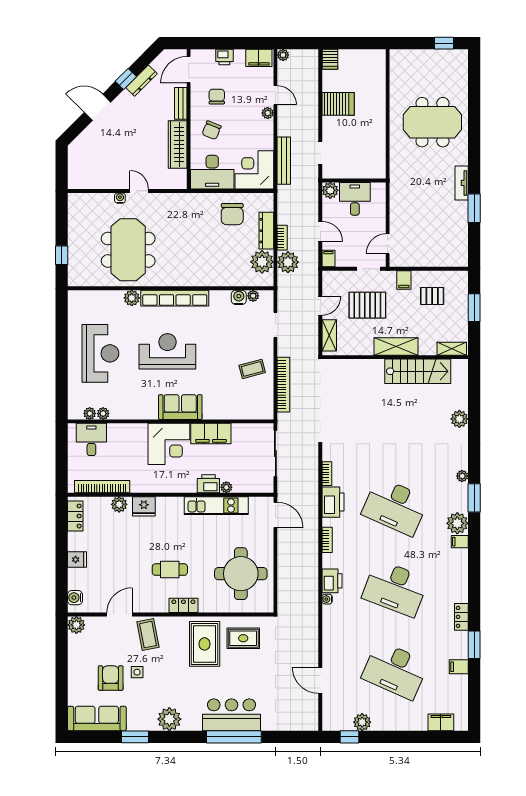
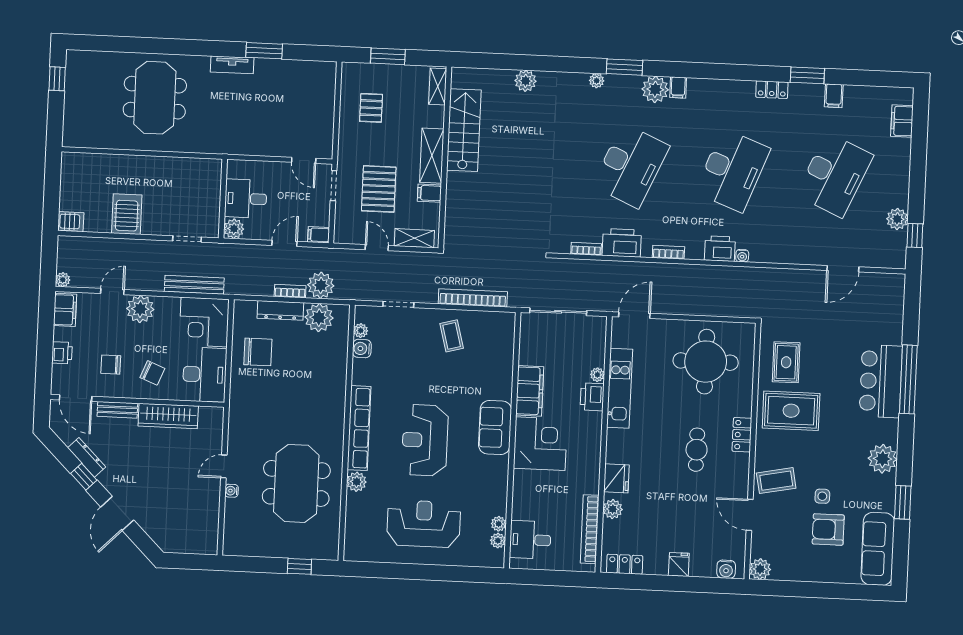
plant: (268, 113) -> (140, 309), width x1.88, depth x1.88
meeting table: (128, 250) -> (296, 483), turned 90
filing cabinet: (404, 280) -> (429, 193), moved, turned 180

